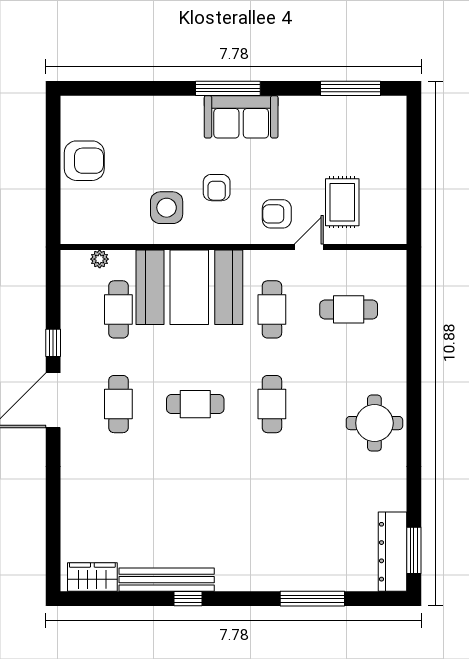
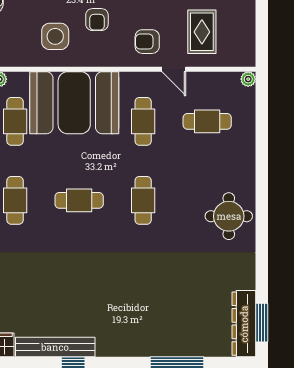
door: (309, 247) -> (174, 69), swing flipped
plant: (398, 259) -> (248, 79), added

